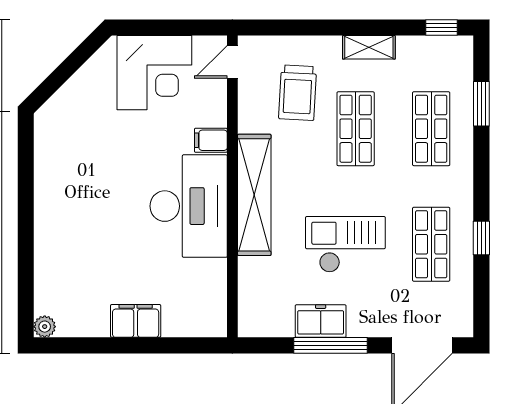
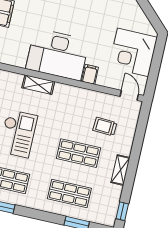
trolley: (298, 93) -> (105, 126), width x0.73, depth x0.72
shelving: (254, 195) -> (38, 85), width x0.45, depth x0.75

